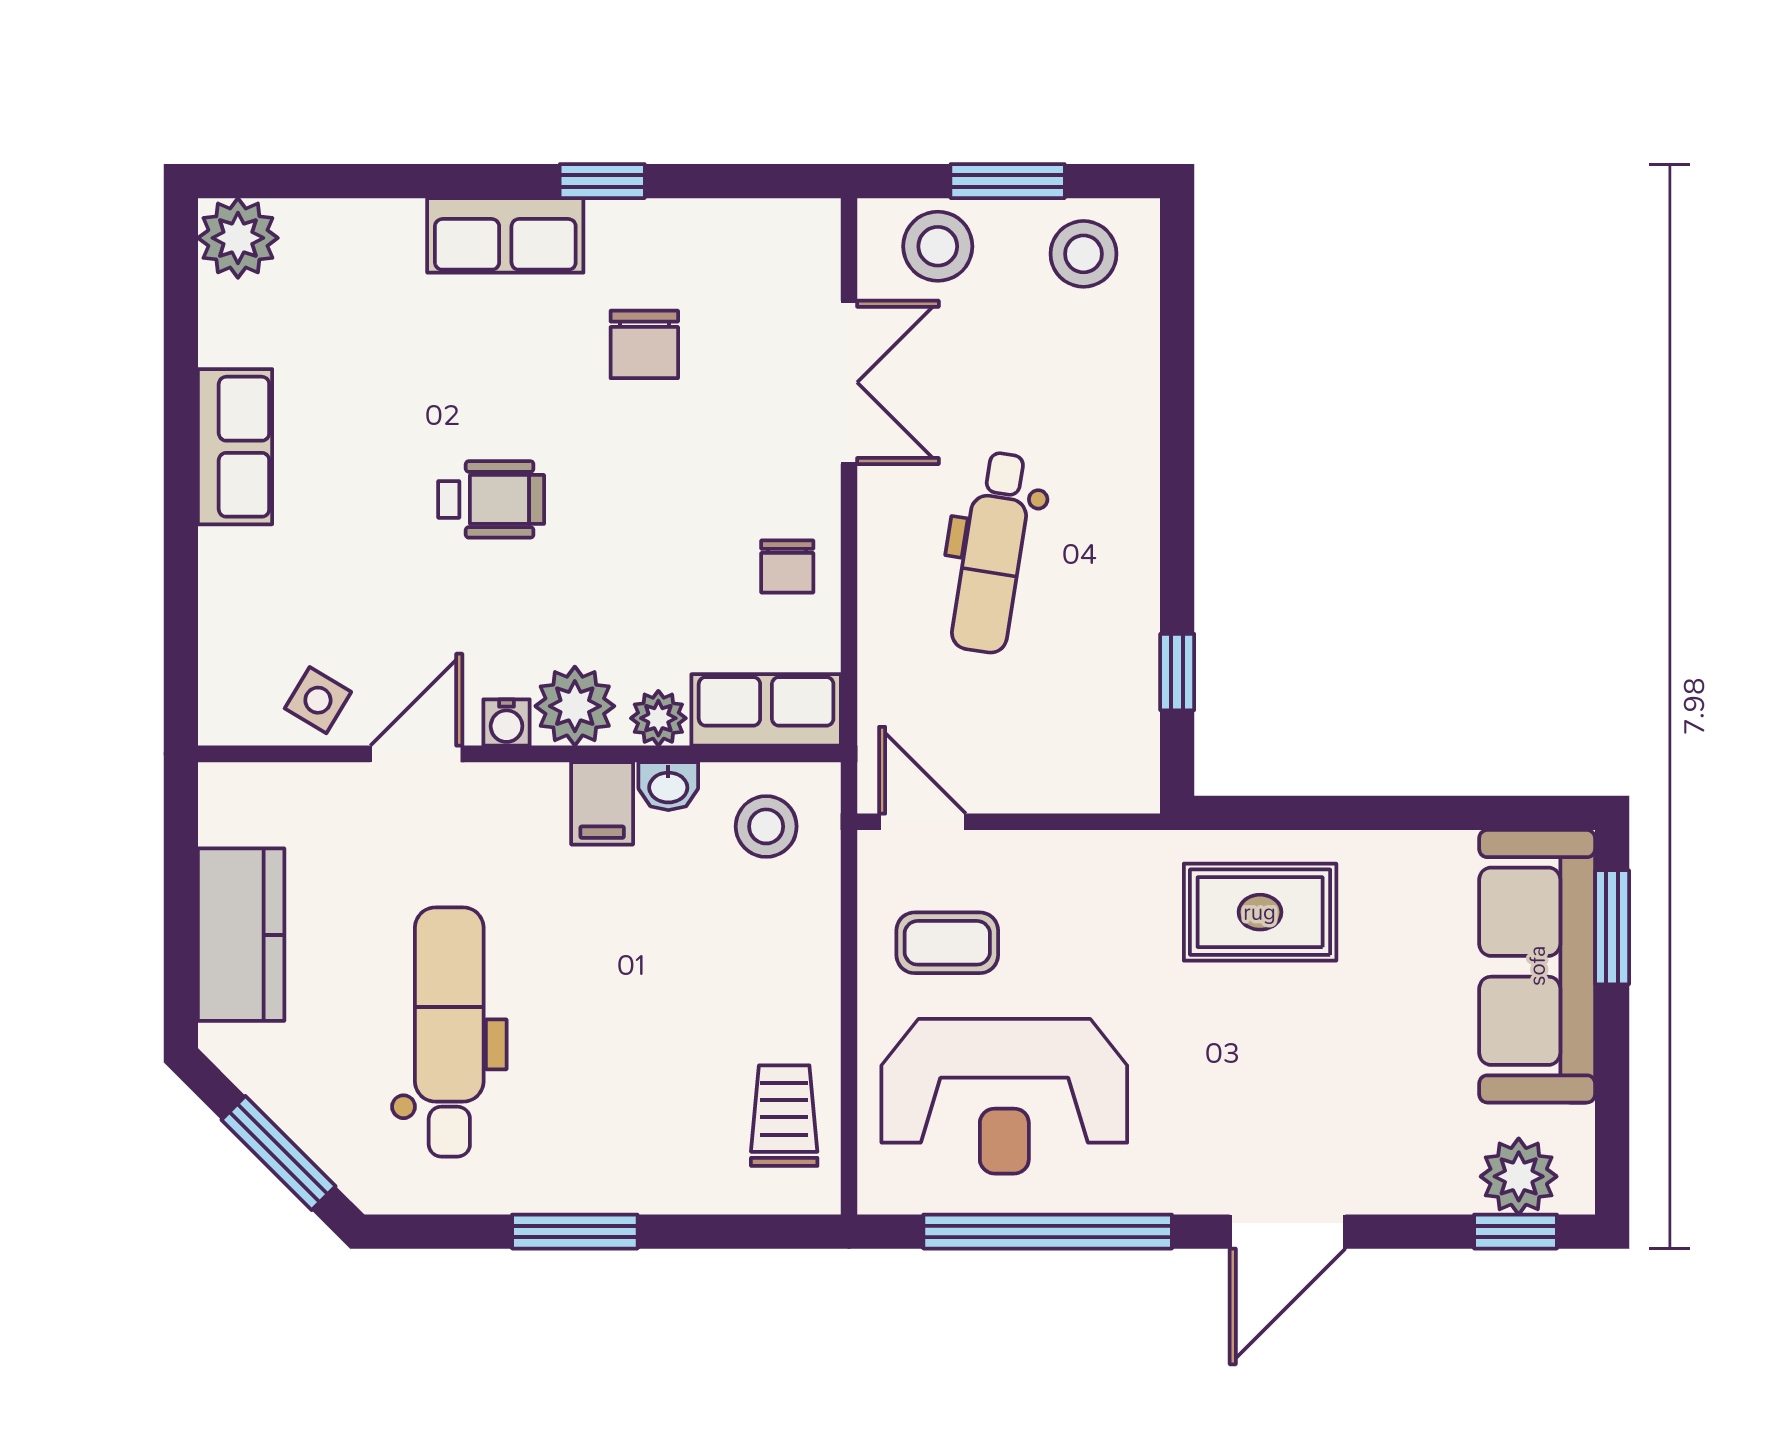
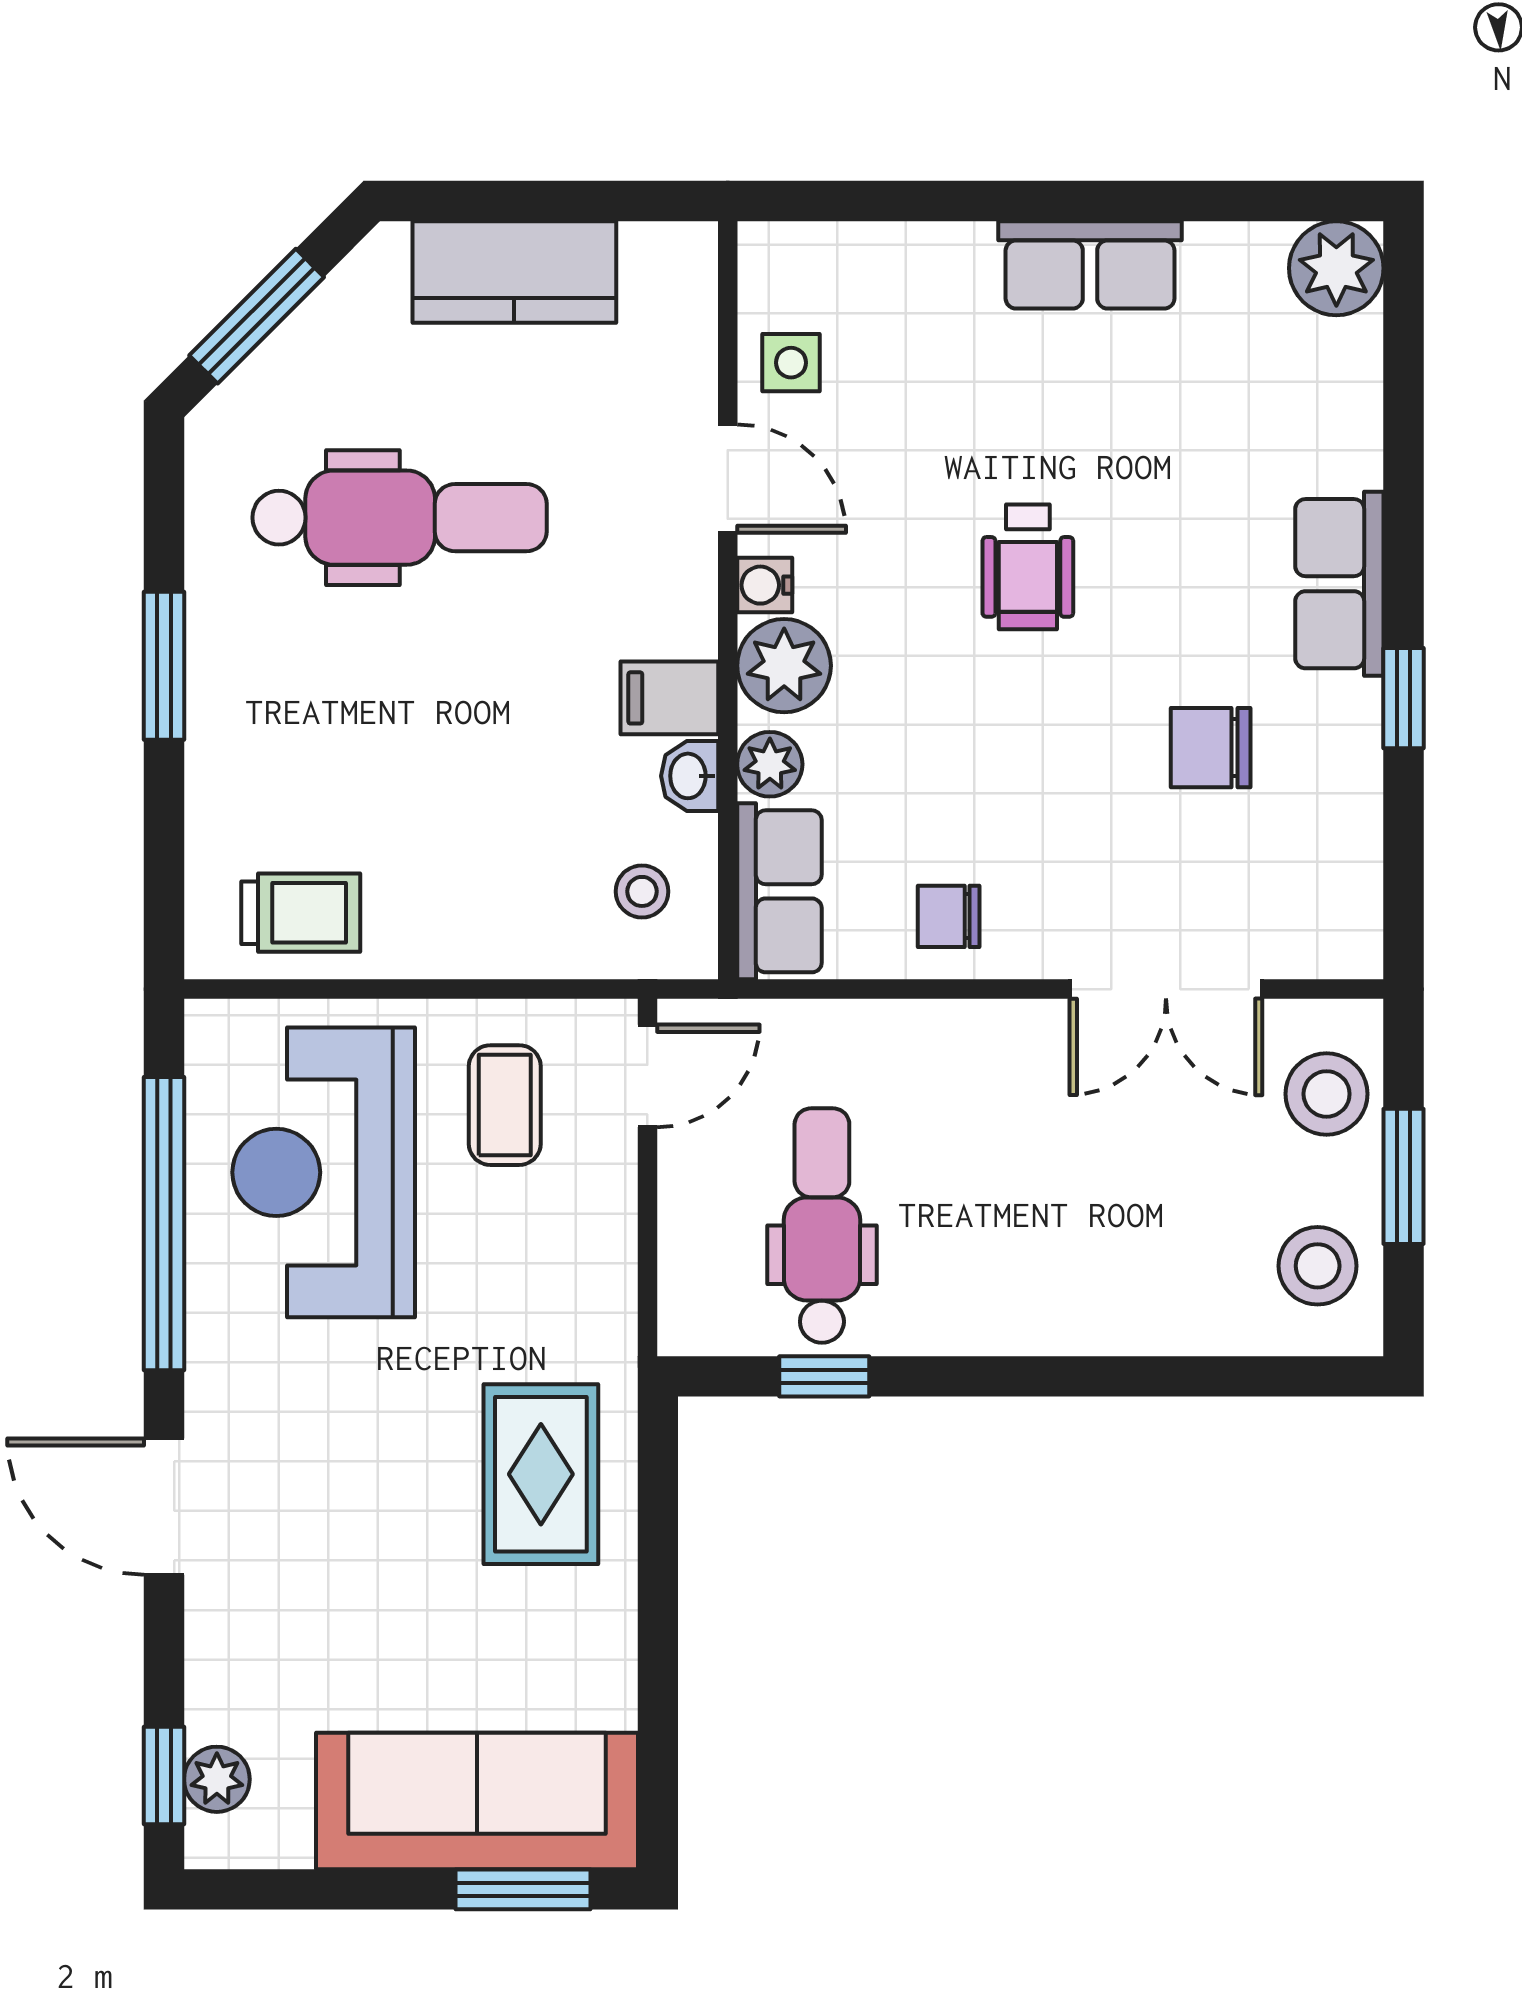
dental chair: (992, 553) -> (822, 1225), moved, turned 81
side table: (318, 700) -> (791, 363), turned -31
stool: (766, 826) -> (642, 891), width x0.73, depth x0.73
plant: (1519, 1176) -> (217, 1779), width x0.73, depth x0.73

